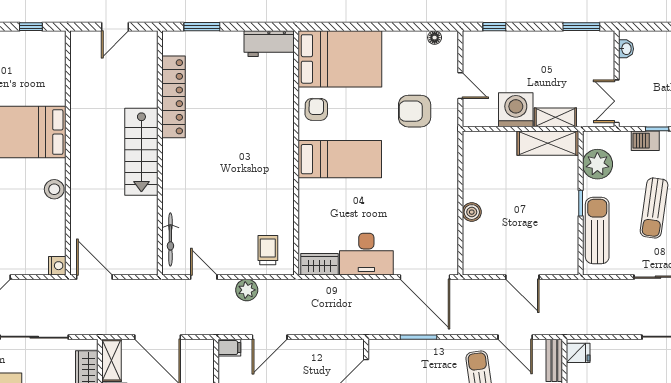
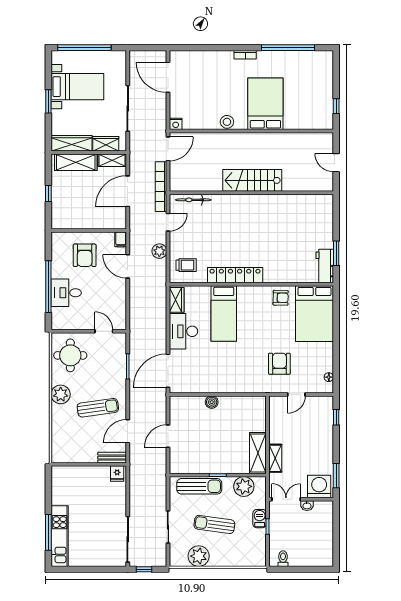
window: (202, 27) -> (336, 253), moved
washbasin: (626, 49) -> (307, 506), moved
locker: (174, 97) -> (235, 275), moved, turned 180
washing machine: (516, 110) -> (319, 487), moved, turned -90
bed: (340, 159) -> (224, 314), moved
bookcase: (151, 287) -> (161, 187), added

